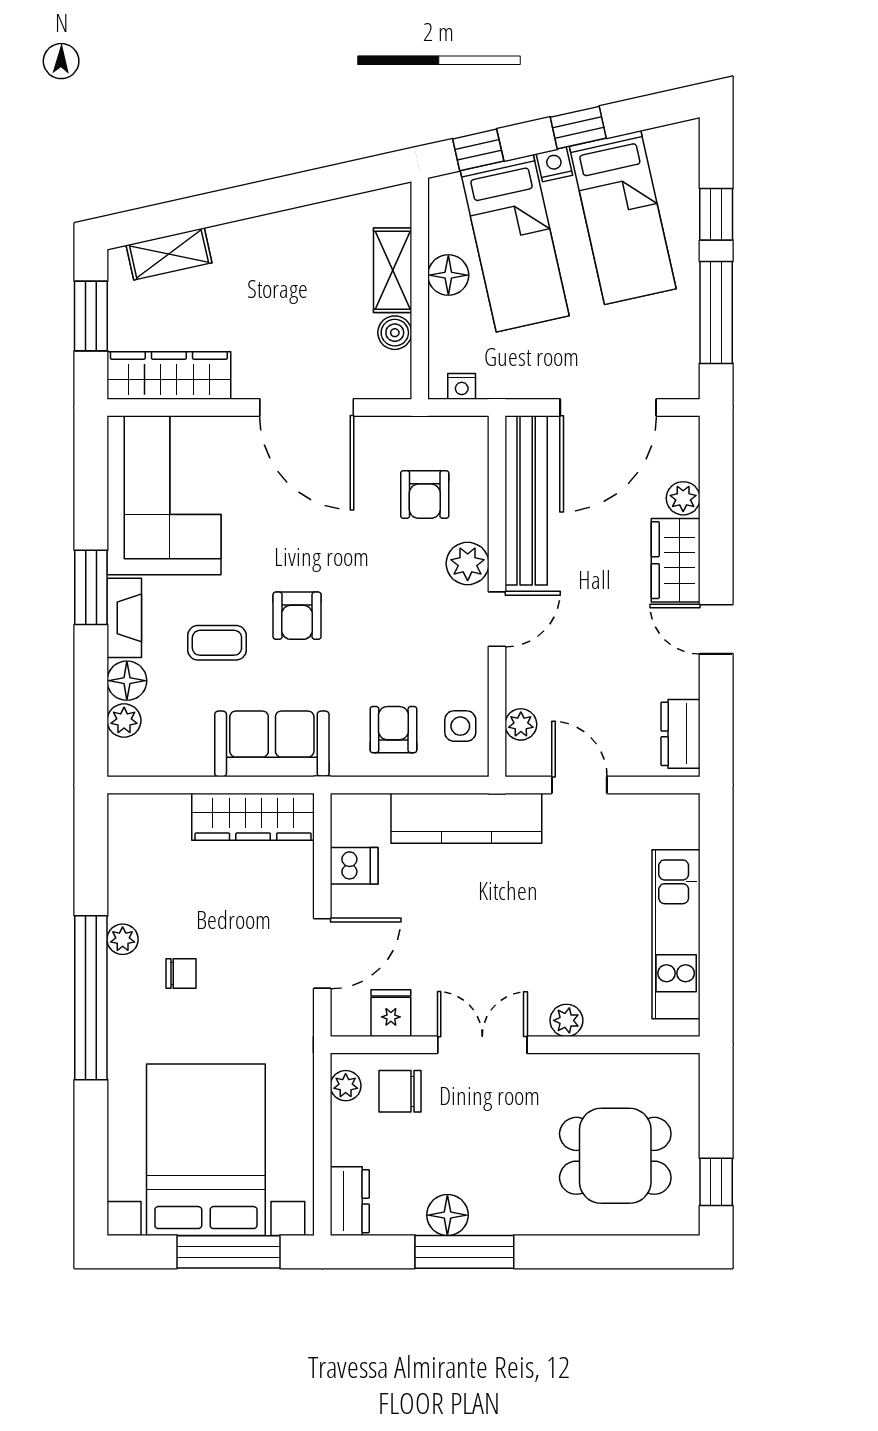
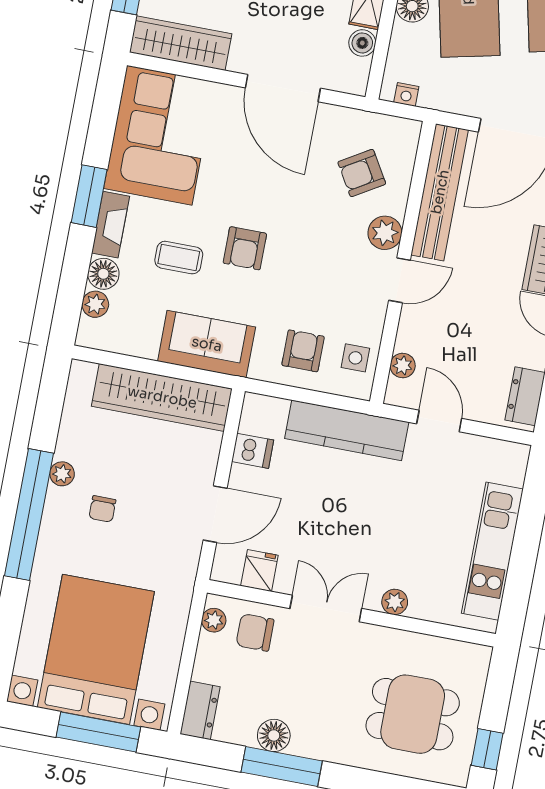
armchair: (425, 495) -> (362, 173), turned 59
wardrobe: (253, 817) -> (162, 397), width x1.40, depth x1.17
chair: (181, 973) -> (102, 509), turned 90

